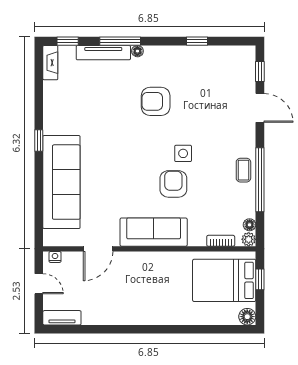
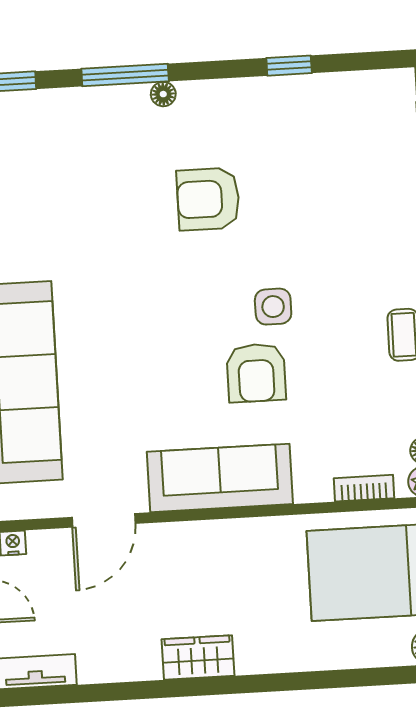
tv unit: (103, 53) -> (91, 102), removed
armchair: (173, 184) -> (256, 373), turned 180
wardrobe: (139, 315) -> (198, 657), added

